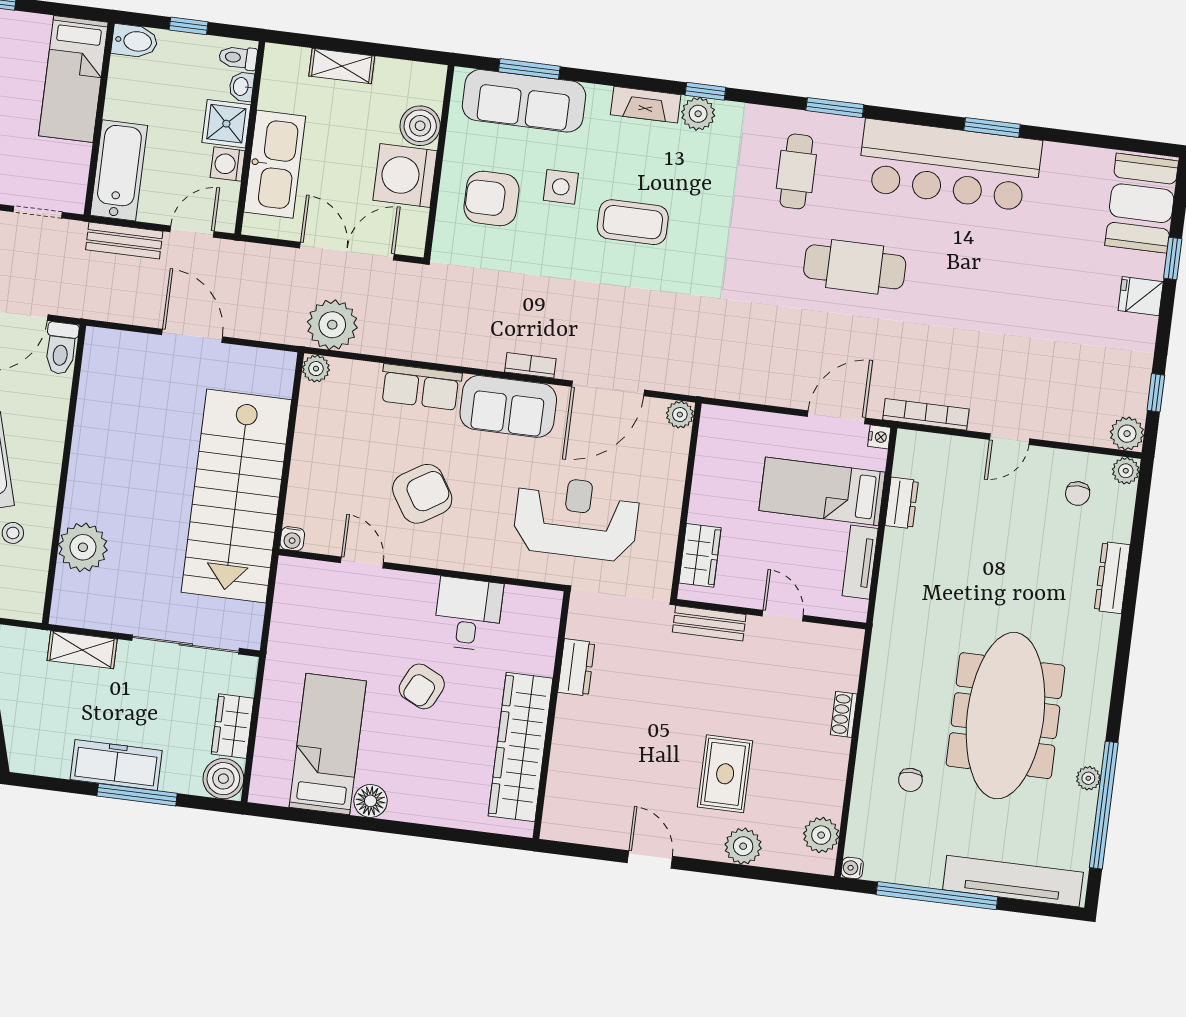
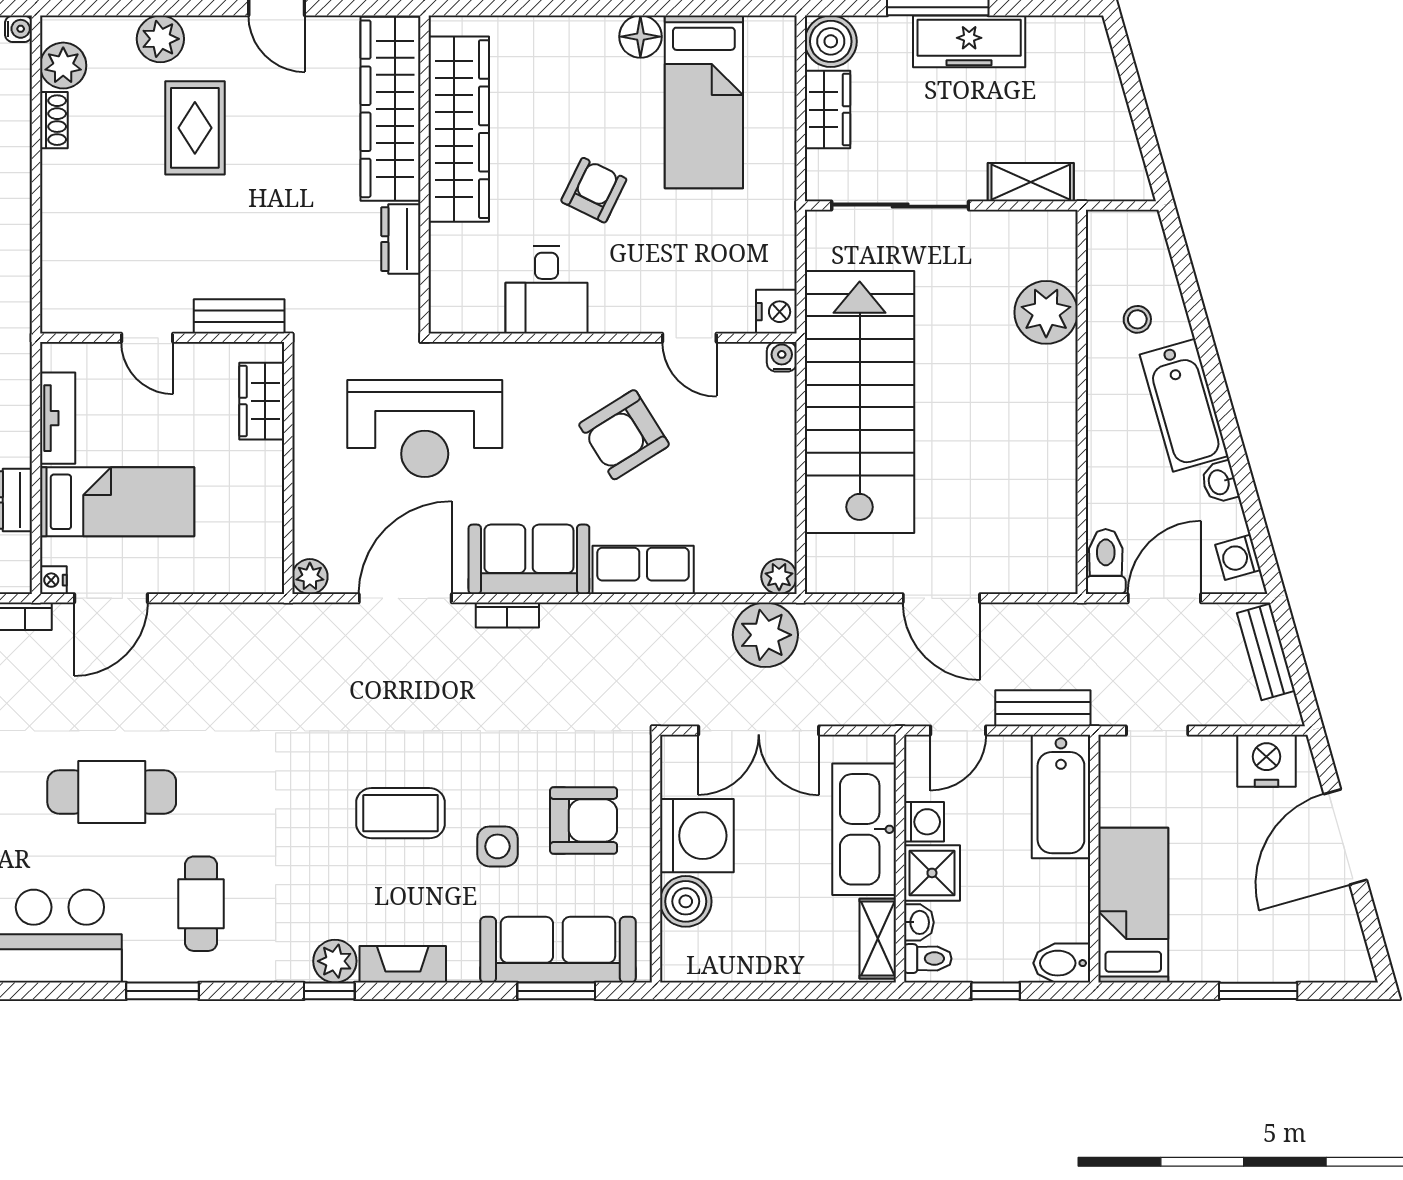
shelving: (342, 66) -> (878, 939), moved, turned 90
nightstand: (292, 574) -> (776, 312), added
shoe rack: (844, 714) -> (54, 120), moved
wardrobe: (571, 769) -> (391, 109), added

